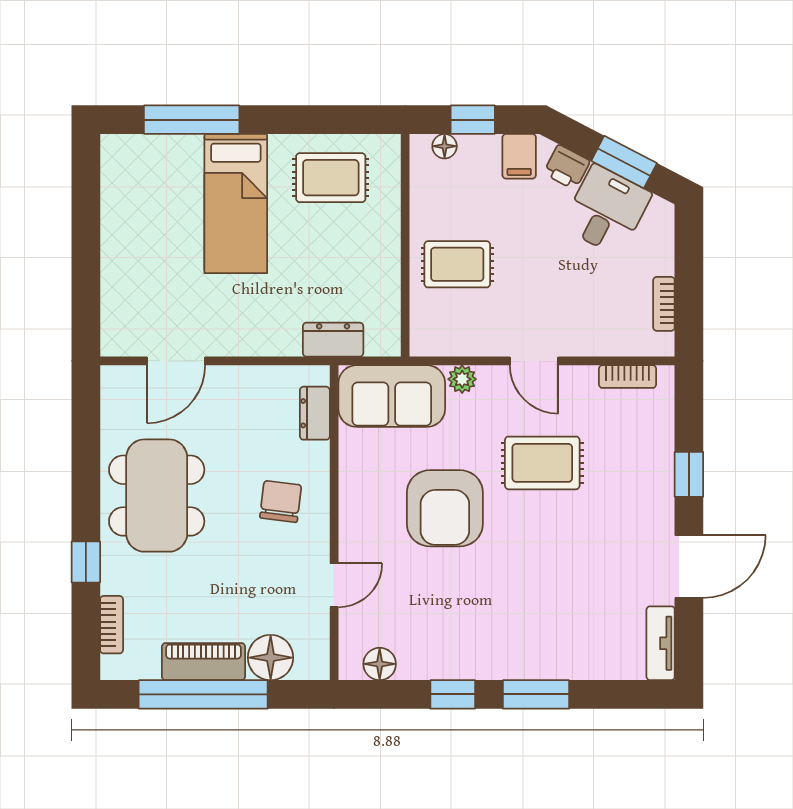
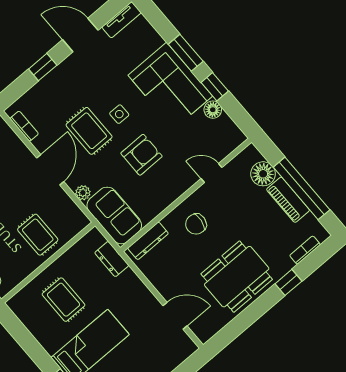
rug: (331, 178) -> (64, 300), moved
door: (534, 361) -> (50, 170), width x1.38
dresser: (315, 413) -> (148, 241), width x1.44
armchair: (445, 508) -> (142, 155), width x0.73, depth x0.73
side table: (529, 526) -> (119, 114), added
corner sofa: (508, 633) -> (170, 86), added
floor lamp: (380, 664) -> (213, 110), moved

